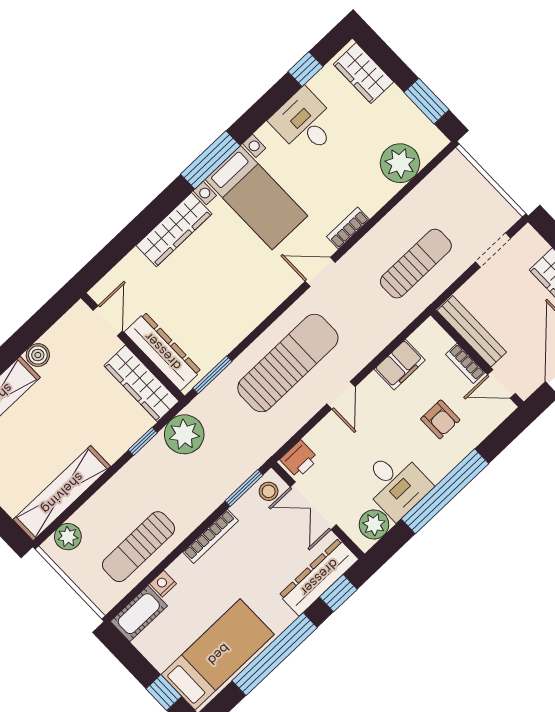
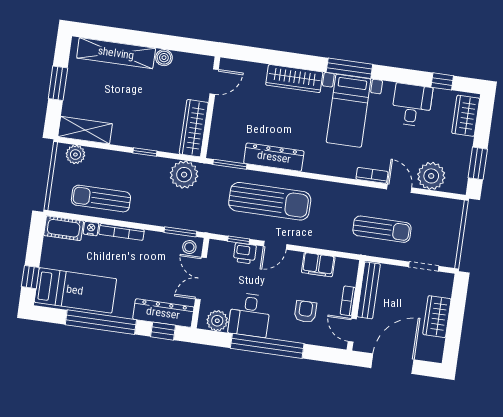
door: (320, 272) -> (399, 188), moved
dresser: (163, 351) -> (274, 157), moved, turned -90
armchair: (440, 419) -> (305, 312), turned 180
window: (304, 431) -> (239, 240), added
window: (143, 441) -> (145, 152), moved
printer: (299, 459) -> (245, 253), moved
shelving: (62, 493) -> (85, 130), width x0.68
bookcase: (211, 536) -> (122, 232), moved

